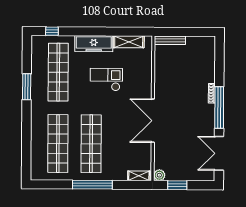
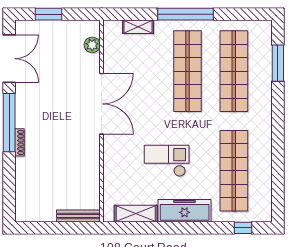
checkout: (106, 80) -> (167, 161), turned 180
window: (27, 87) -> (278, 63), moved
plant: (159, 175) -> (92, 45), moved
shelving: (139, 176) -> (138, 27), moved
window: (177, 185) -> (48, 14), moved

